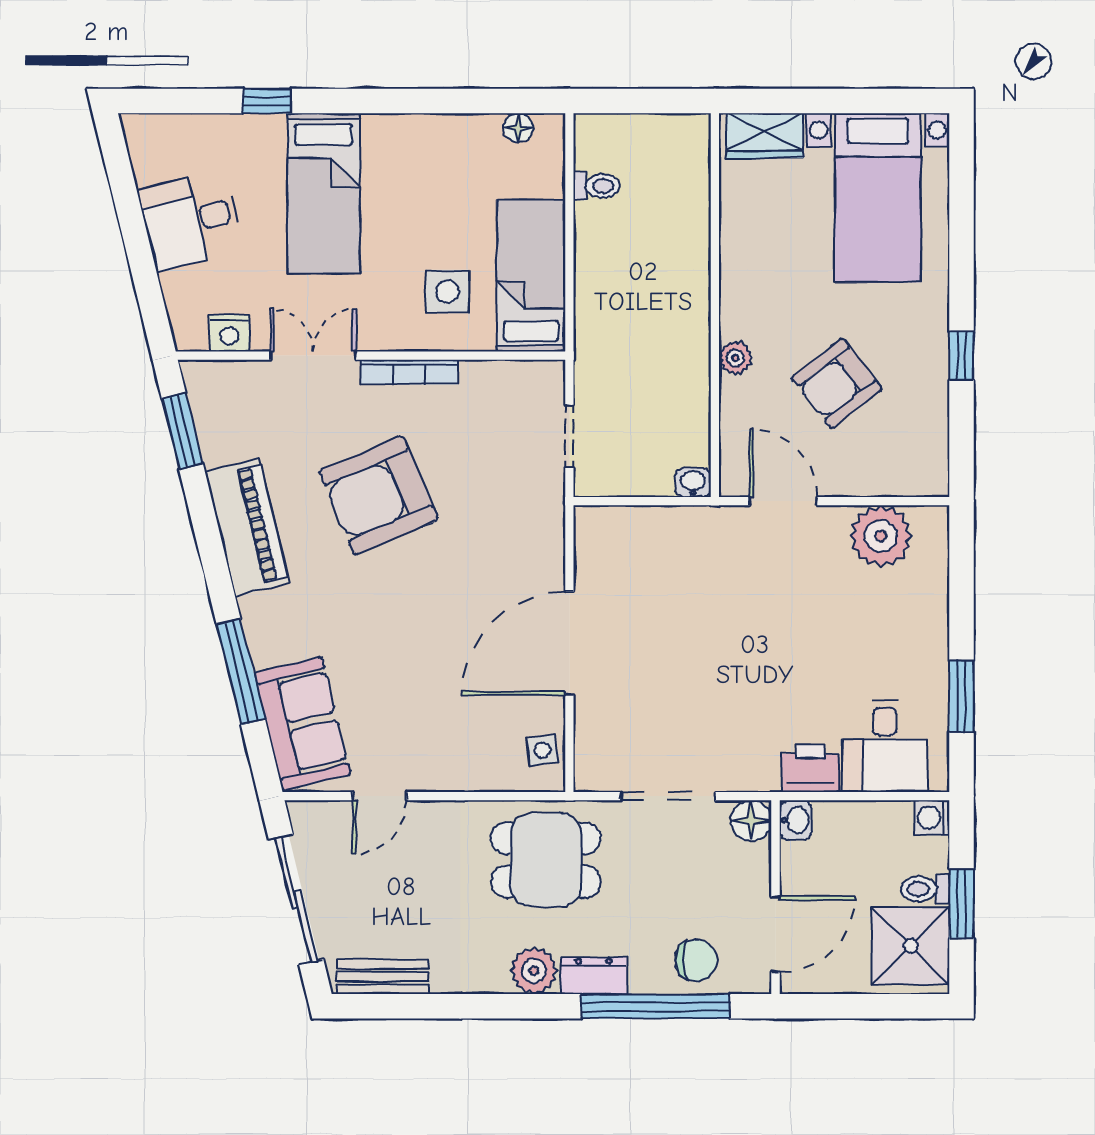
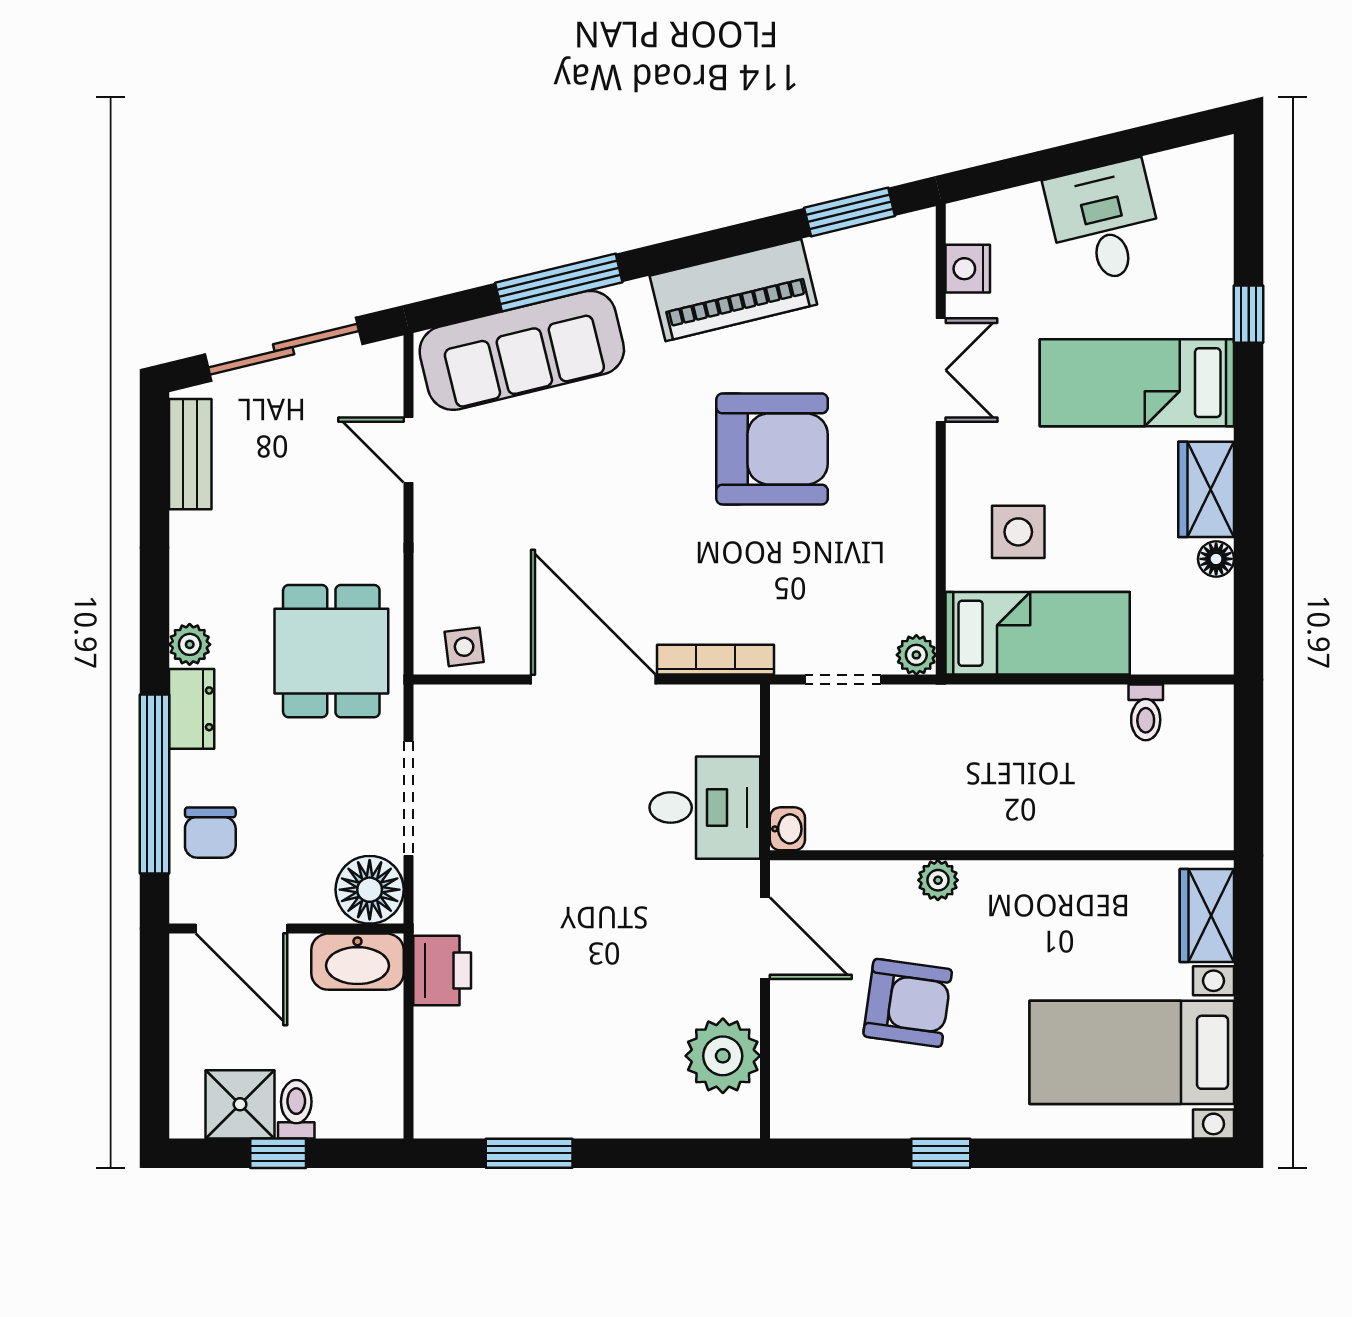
floor lamp: (518, 128) -> (1216, 559), moved
wardrobe: (412, 136) -> (1206, 489), added
bookcase: (409, 372) -> (715, 660), moved, turned 90
plant: (549, 376) -> (916, 655), added
armchair: (837, 383) -> (908, 1003), turned 136
armchair: (379, 495) -> (772, 449), turned 113
door: (783, 501) -> (765, 938), hinge flipped
sofa: (302, 724) -> (522, 350), width x1.36
desk: (885, 746) -> (705, 808), moved, turned 180
washing machine: (932, 818) -> (382, 1117), removed
washbasin: (796, 820) -> (357, 962), width x1.91, depth x1.45
floor lamp: (751, 821) -> (370, 890), width x1.38, depth x1.38
window: (961, 904) -> (278, 1153), width x0.67
shower: (911, 946) -> (240, 1104), width x0.73, depth x0.73
plant: (534, 971) -> (190, 644), width x0.73, depth x0.73

